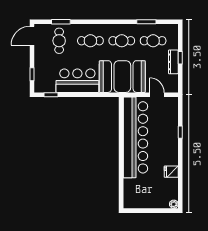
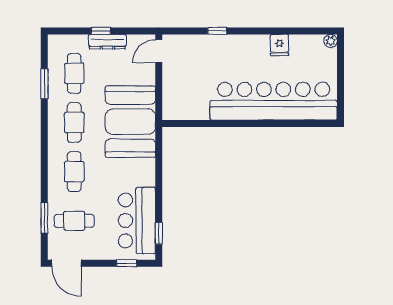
bar counter: (77, 81) -> (137, 220), moved
door: (157, 95) -> (159, 51), moved
bar counter: (135, 137) -> (274, 101), moved

